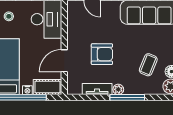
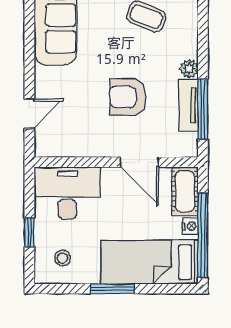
armchair: (102, 54) -> (128, 97), turned -90
window: (127, 97) -> (203, 109), moved

